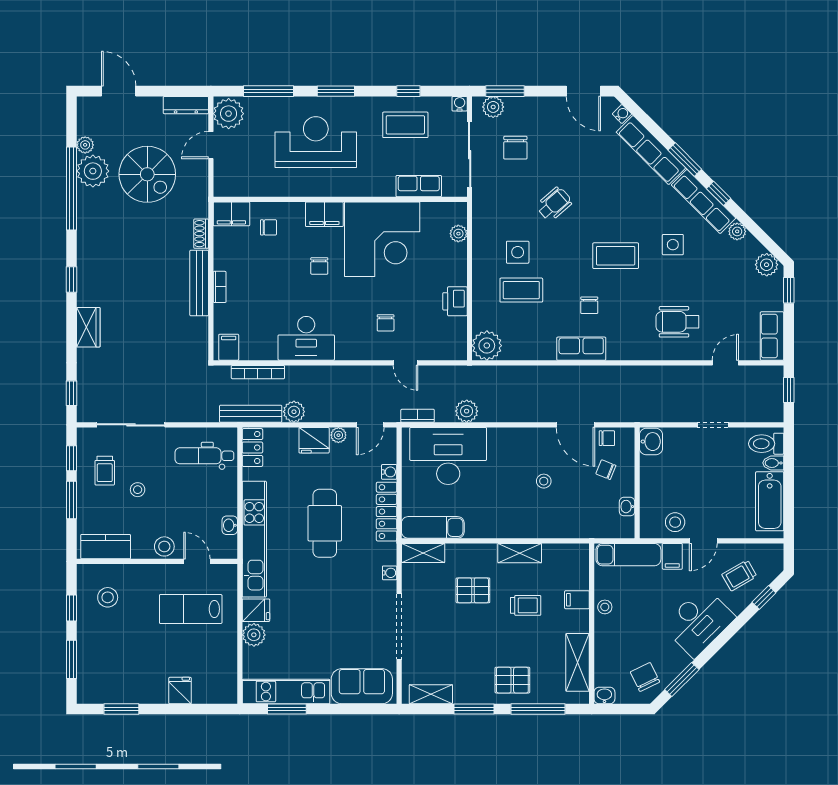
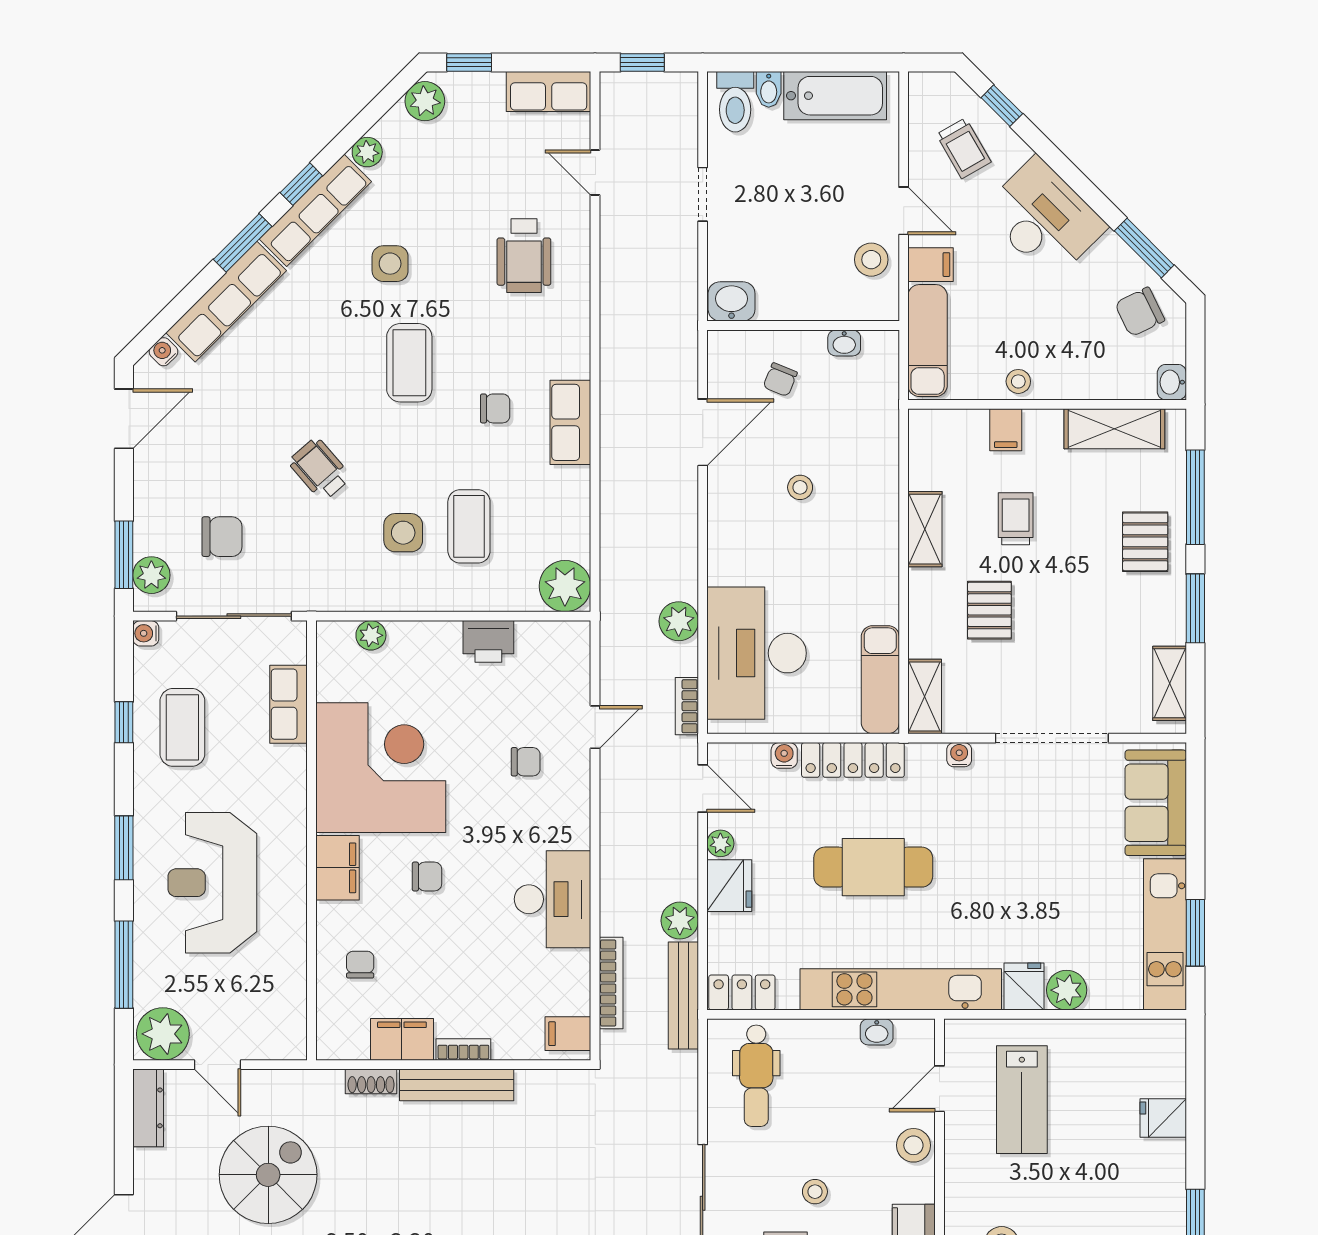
filing cabinet: (231, 214) -> (402, 1039), moved, turned -90
chair: (607, 438) -> (726, 378), removed

